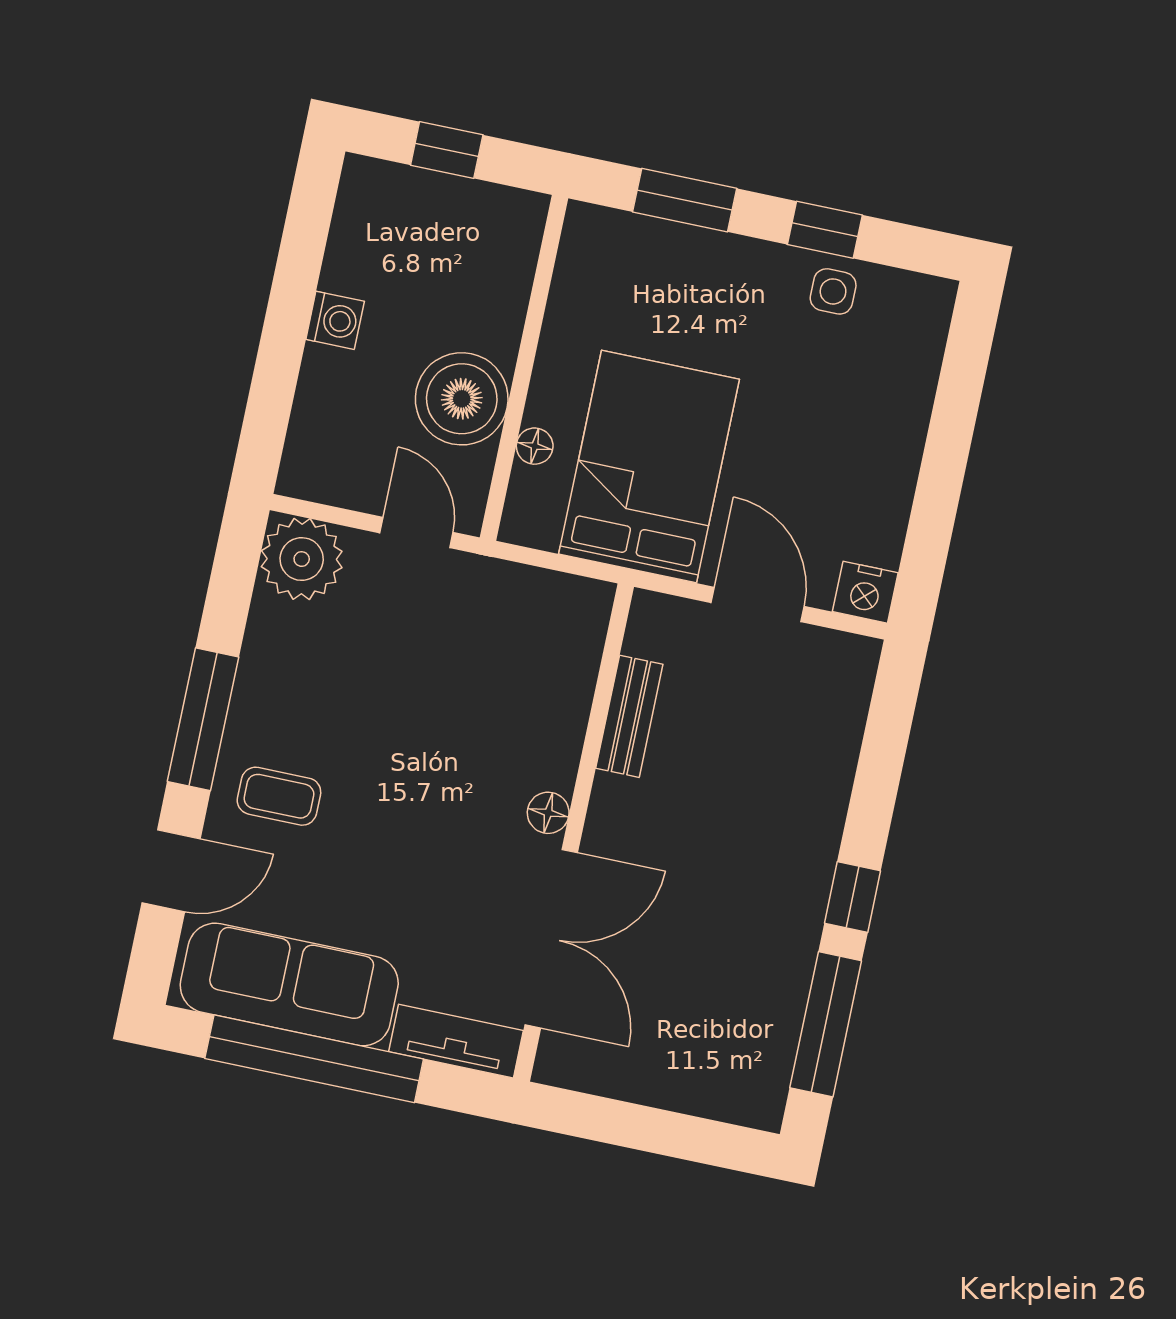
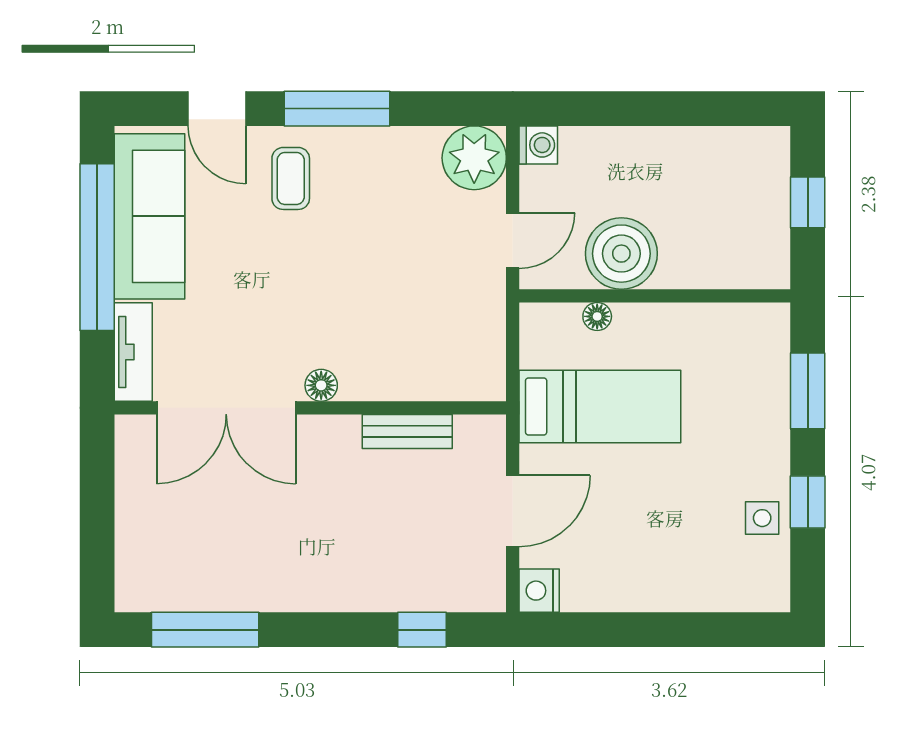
washing machine: (335, 320) -> (538, 145), moved, turned -90
bed: (649, 467) -> (600, 406), width x0.67
window: (852, 897) -> (422, 630), moved

